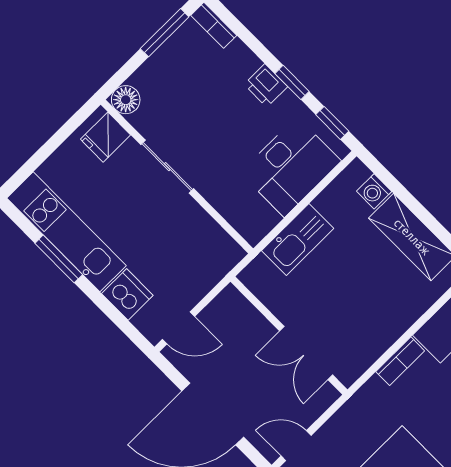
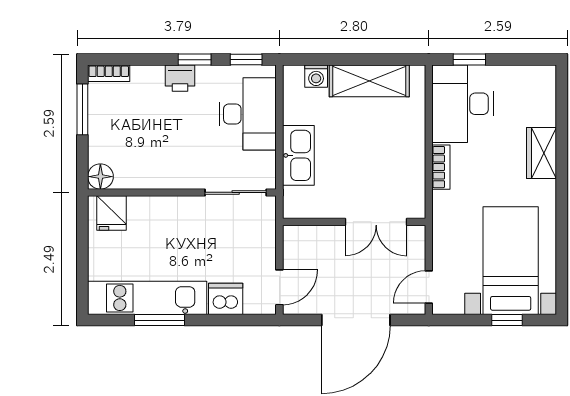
sliding door: (167, 167) -> (236, 192), moved

